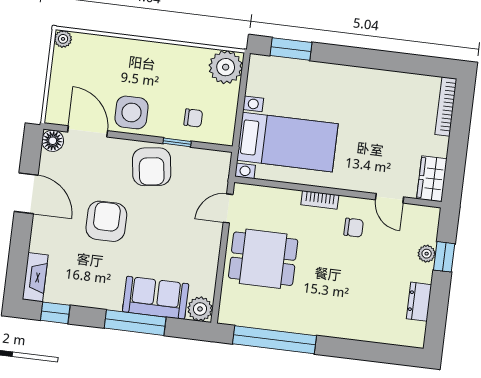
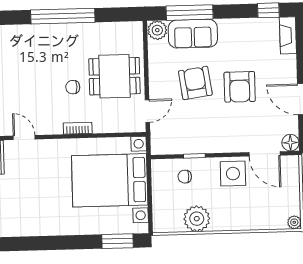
plant: (226, 67) -> (197, 219), moved
bed with nightstands: (287, 142) -> (110, 180), width x1.36
armchair: (152, 167) -> (195, 83), moved
chair: (354, 228) -> (73, 87), moved
window: (135, 323) -> (190, 13), moved
window: (274, 340) -> (63, 16), moved

